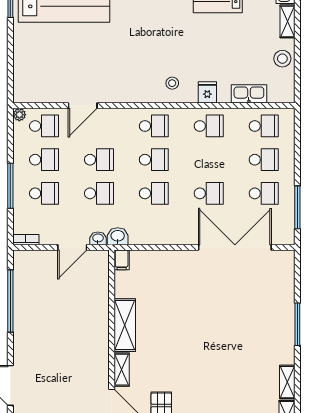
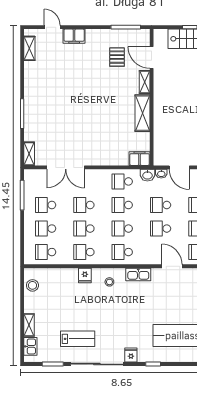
stool: (282, 59) -> (32, 285), moved
kitchen sink: (249, 94) -> (138, 274), moved
door: (83, 106) -> (172, 266), hinge flipped
school desk: (209, 160) -> (84, 229), added
school desk: (154, 227) -> (122, 181), added
door: (72, 247) -> (179, 167), swing flipped
double door: (235, 247) -> (66, 167), width x0.73
filing cabinet: (122, 260) -> (140, 159), width x2.00
shelving: (287, 382) -> (29, 154), moved

